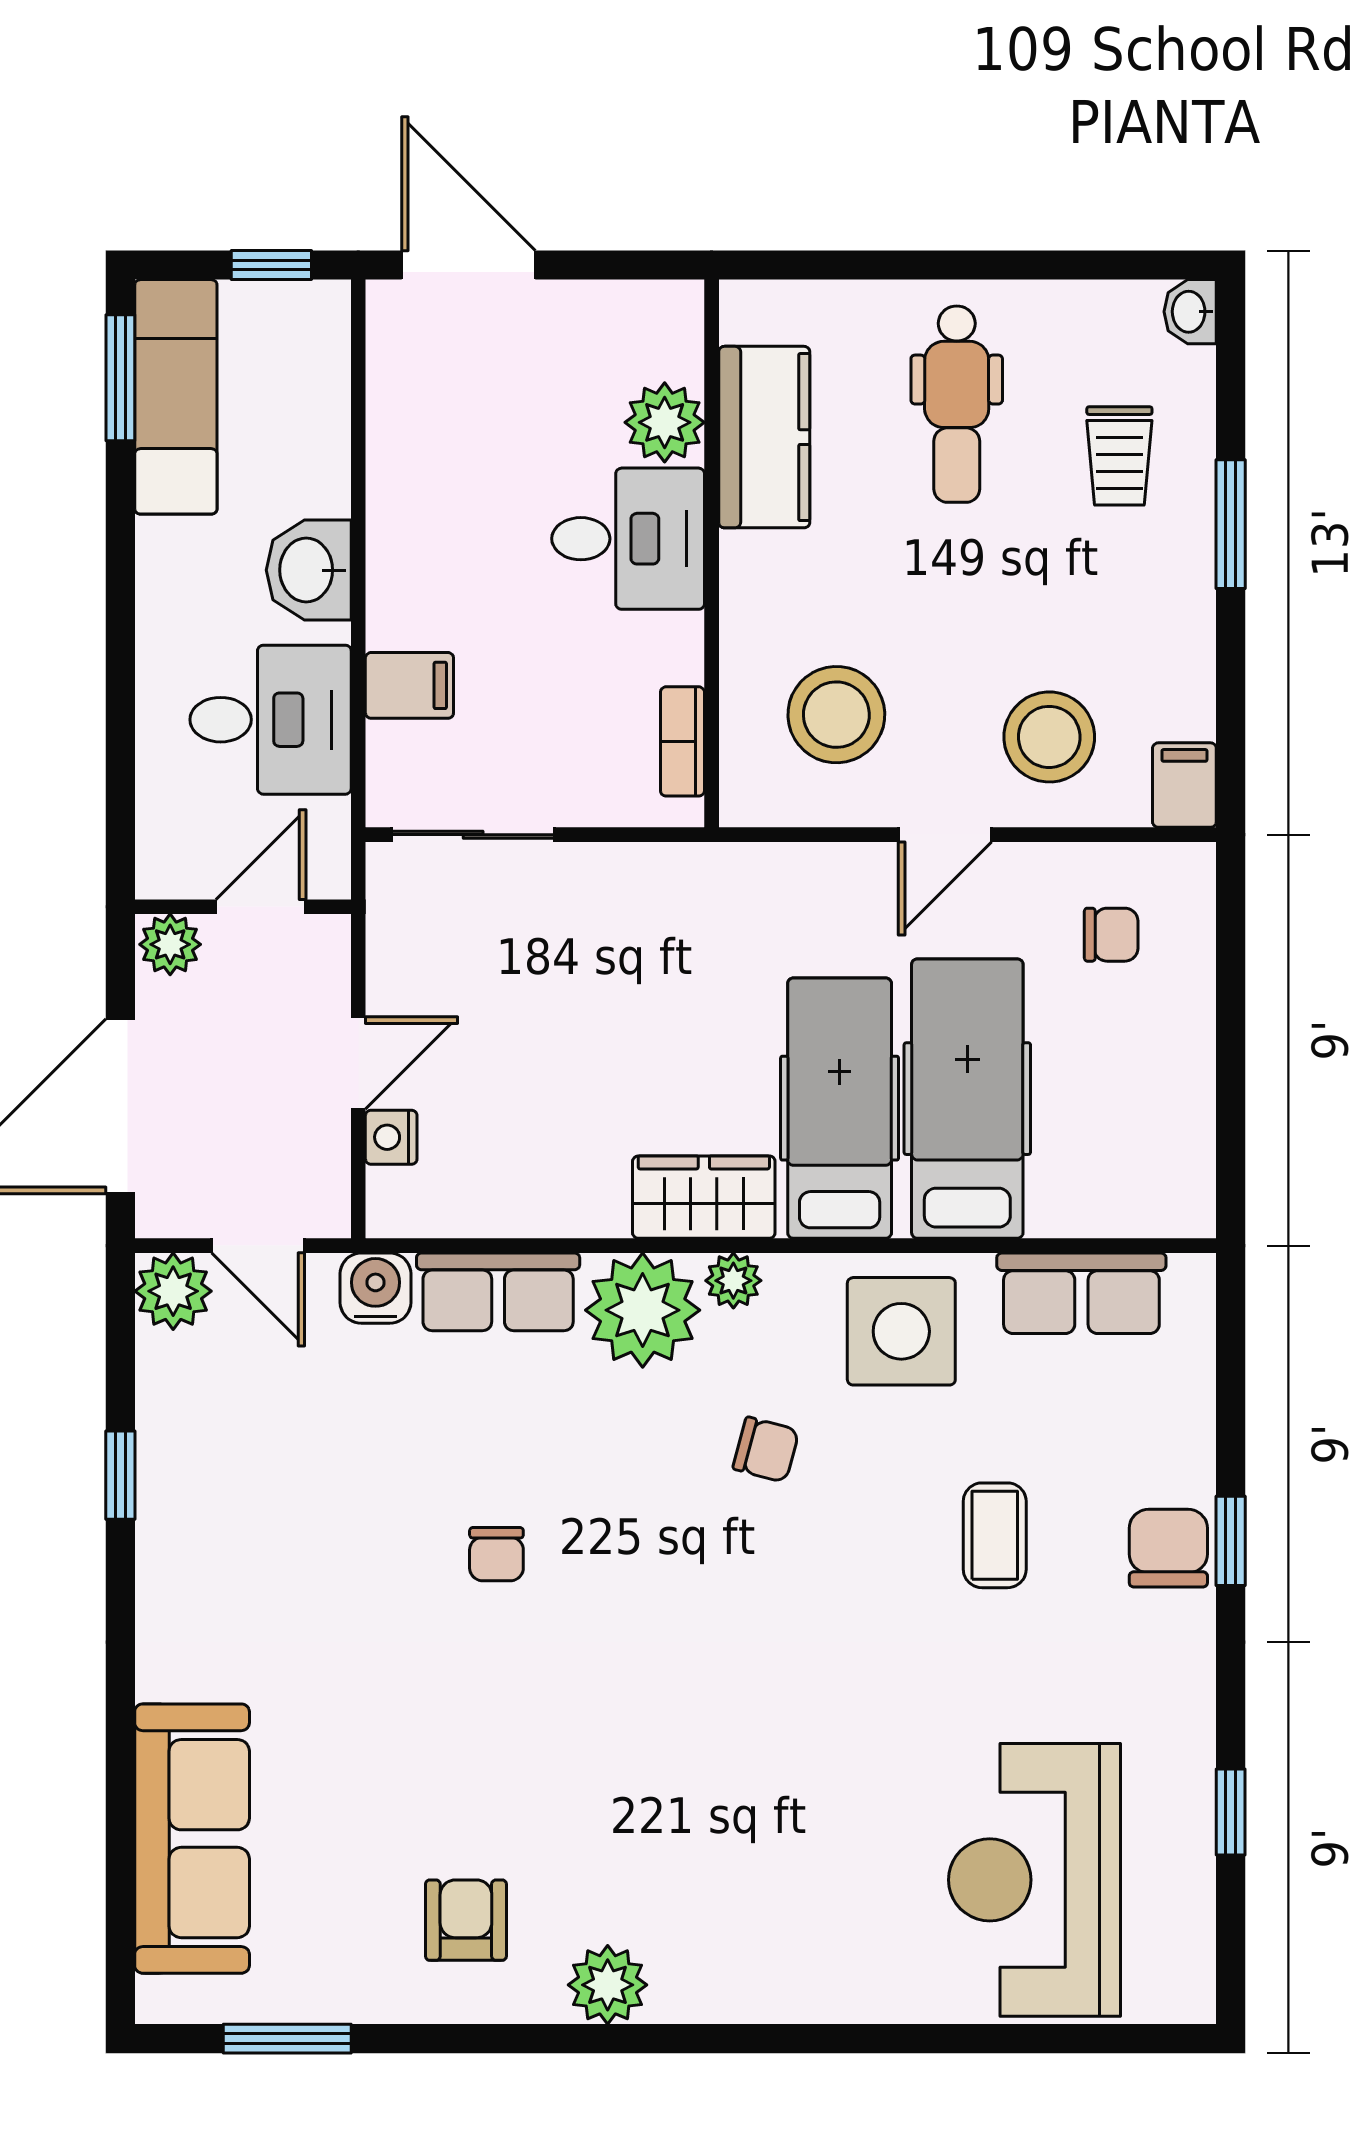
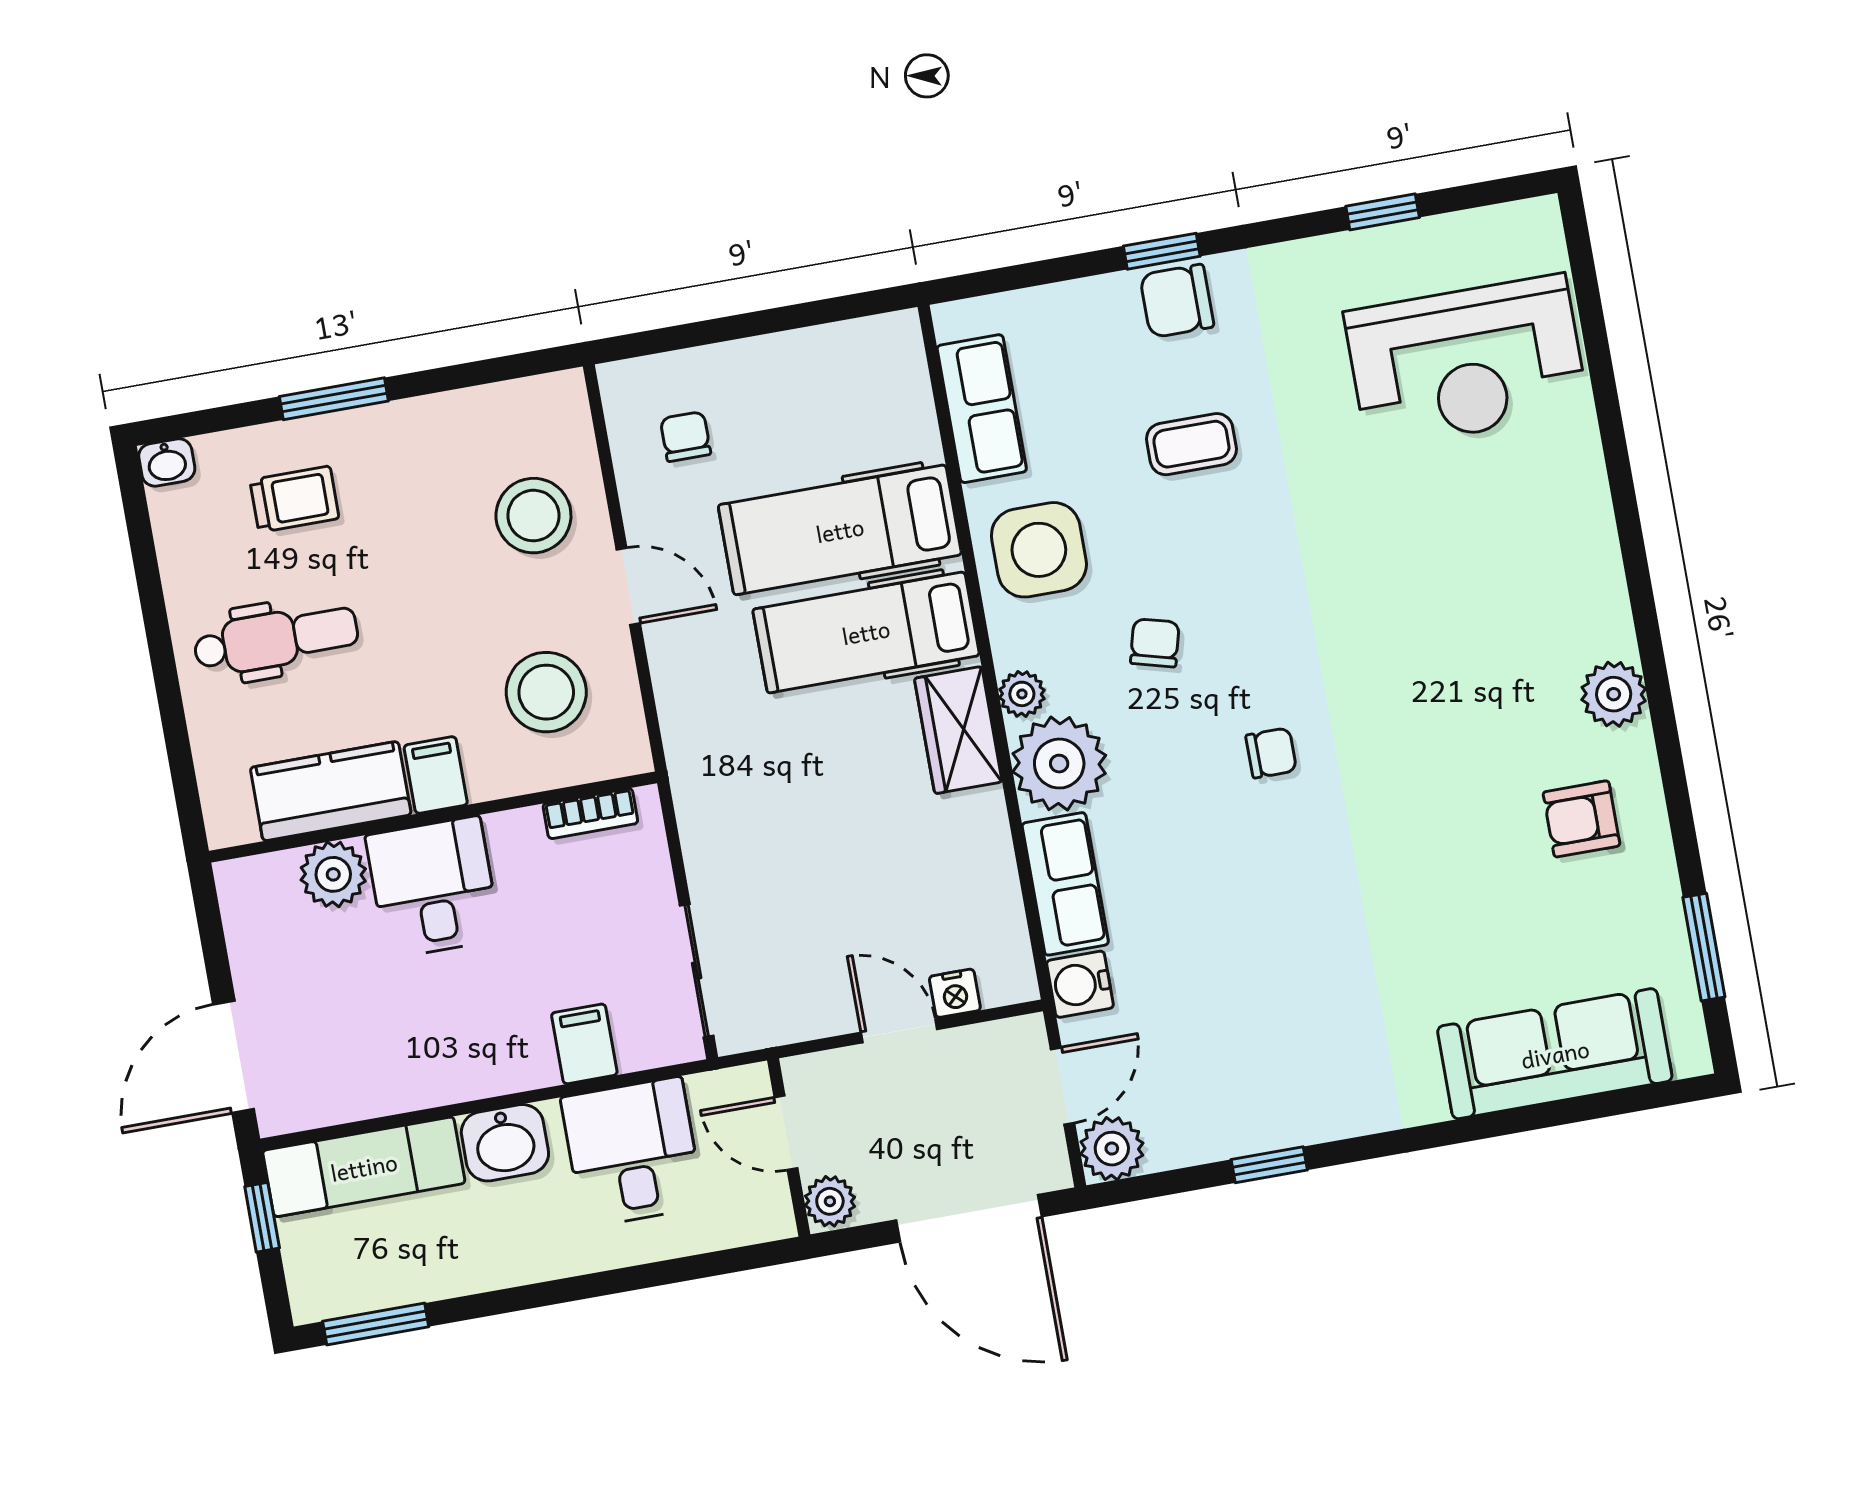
exam couch: (176, 397) -> (364, 1167), moved, turned 180
filing cabinet: (1184, 785) -> (436, 775), moved, turned 90
chair: (496, 1554) -> (1271, 753), moved

